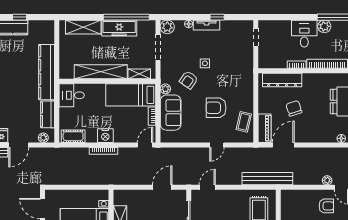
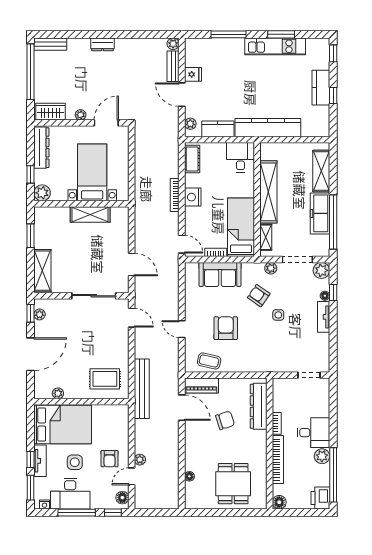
window: (217, 17) -> (333, 292), moved
plant: (165, 89) -> (271, 268), moved

